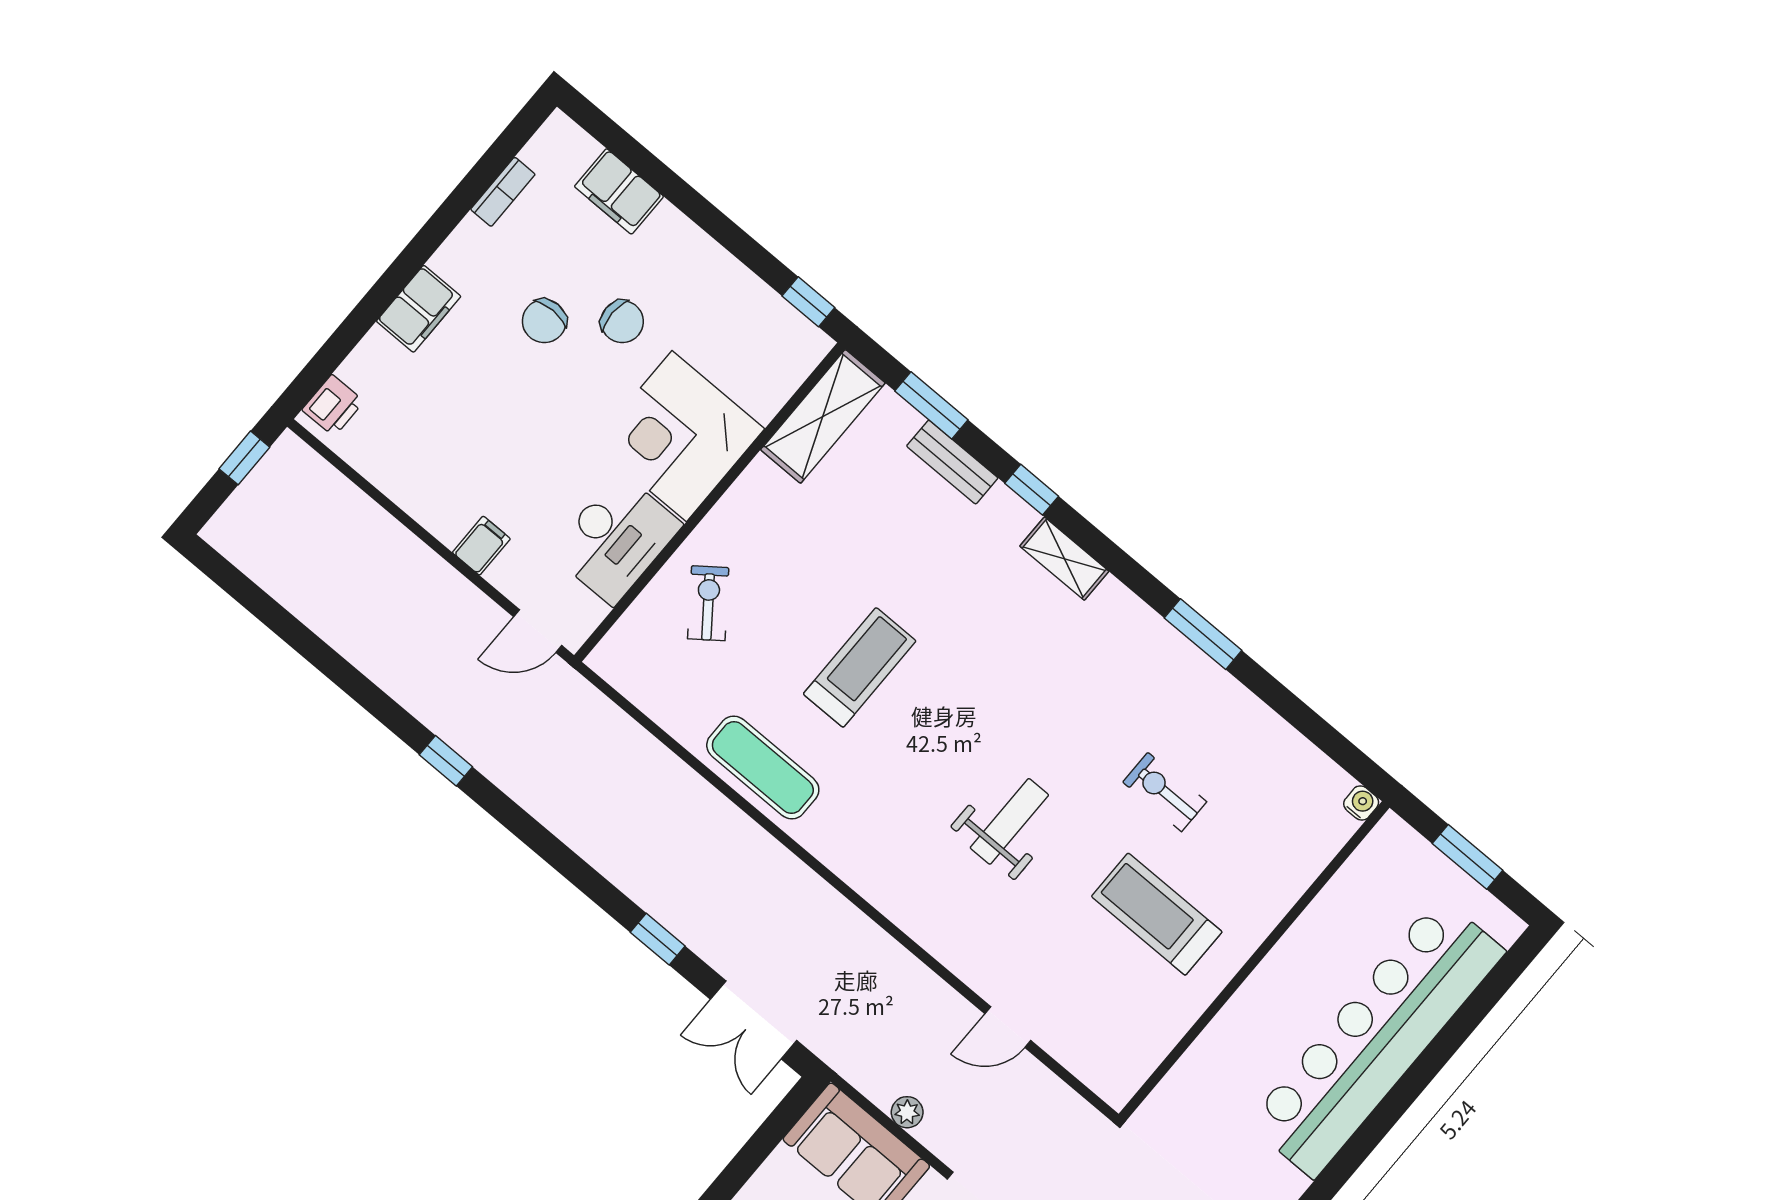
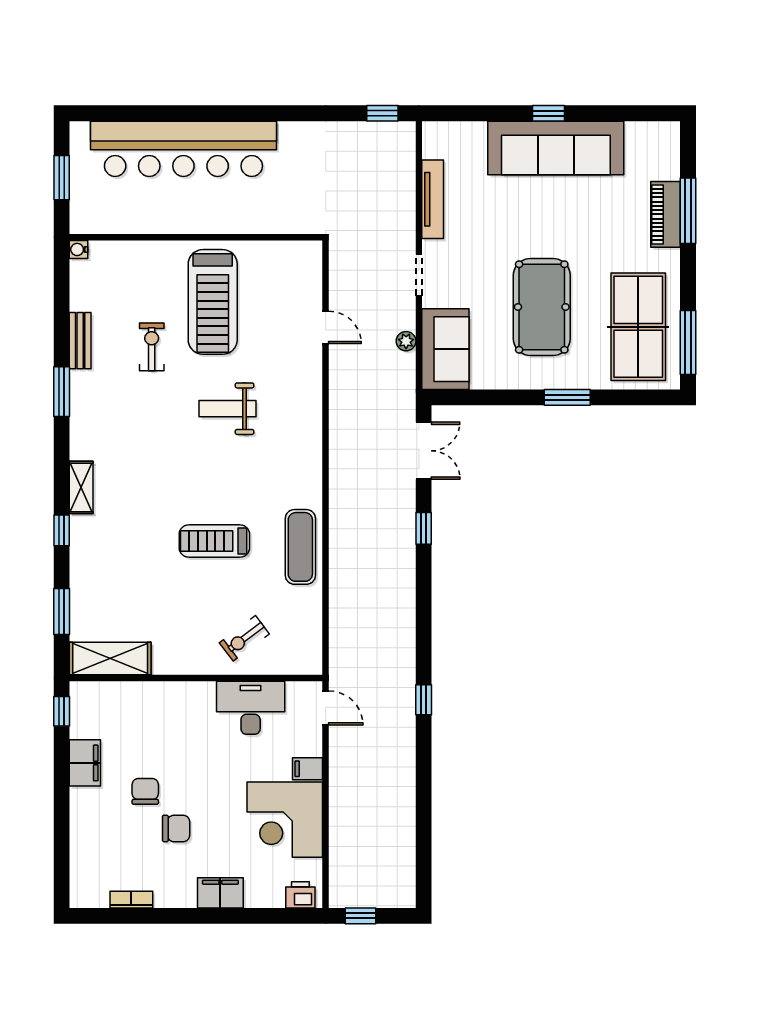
filing cabinet: (619, 191) -> (85, 763), moved
corner desk: (679, 436) -> (285, 820), moved, turned 90
bench: (952, 462) -> (80, 341), moved
exercise bike: (1165, 792) -> (152, 347), turned 180
treadmill: (1157, 914) -> (213, 302), width x1.37, depth x1.38

